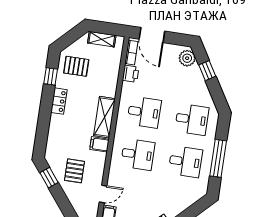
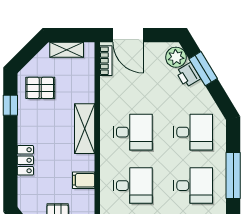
window: (207, 71) -> (203, 69), width x1.50
printer: (131, 74) -> (188, 75), moved, turned 149
locker: (59, 101) -> (25, 160), moved
shelving: (104, 117) -> (85, 129), moved

